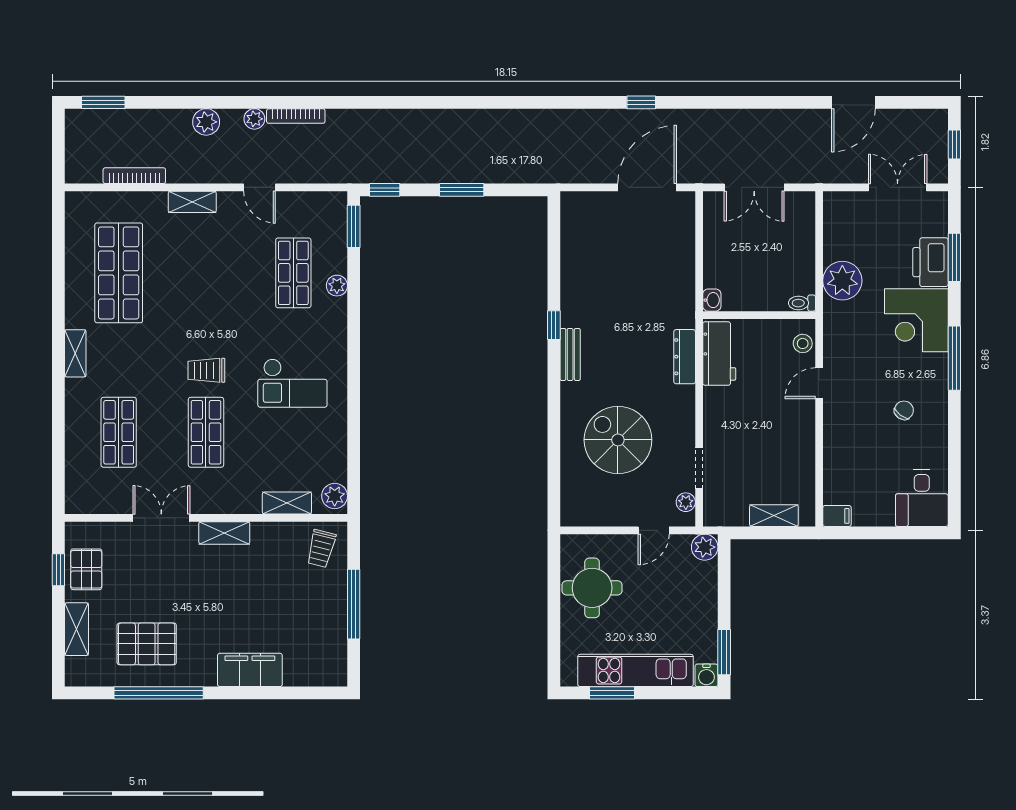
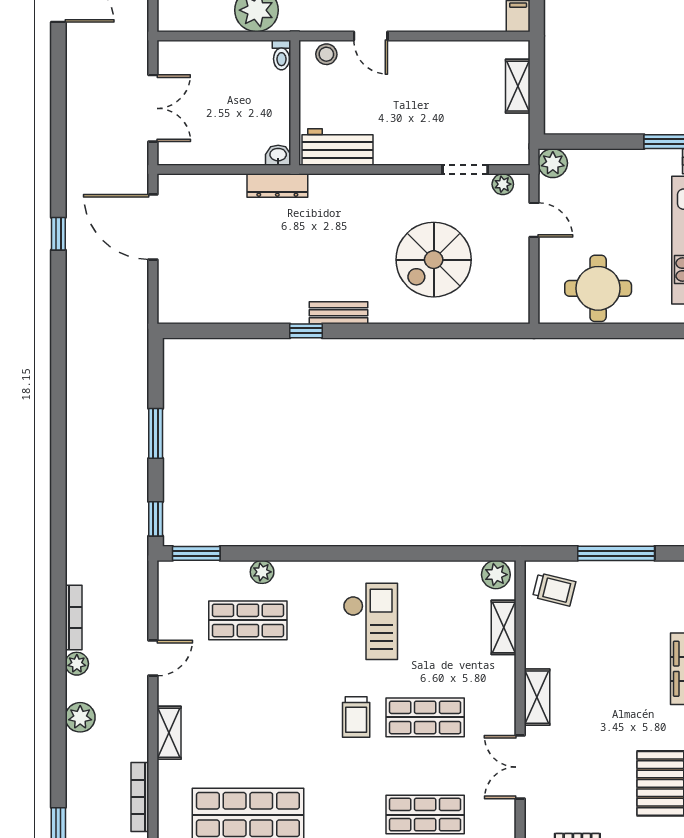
dresser: (685, 357) -> (277, 185), moved

